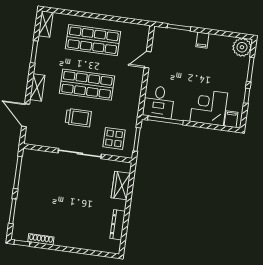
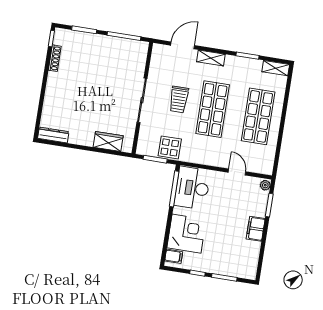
filing cabinet: (202, 40) -> (256, 229), width x2.00
plant: (242, 47) -> (265, 185), moved, width x0.53, depth x0.53
desk: (159, 102) -> (192, 188), width x1.37
display table: (114, 138) -> (170, 147), moved
dresser: (118, 225) -> (53, 135), moved

